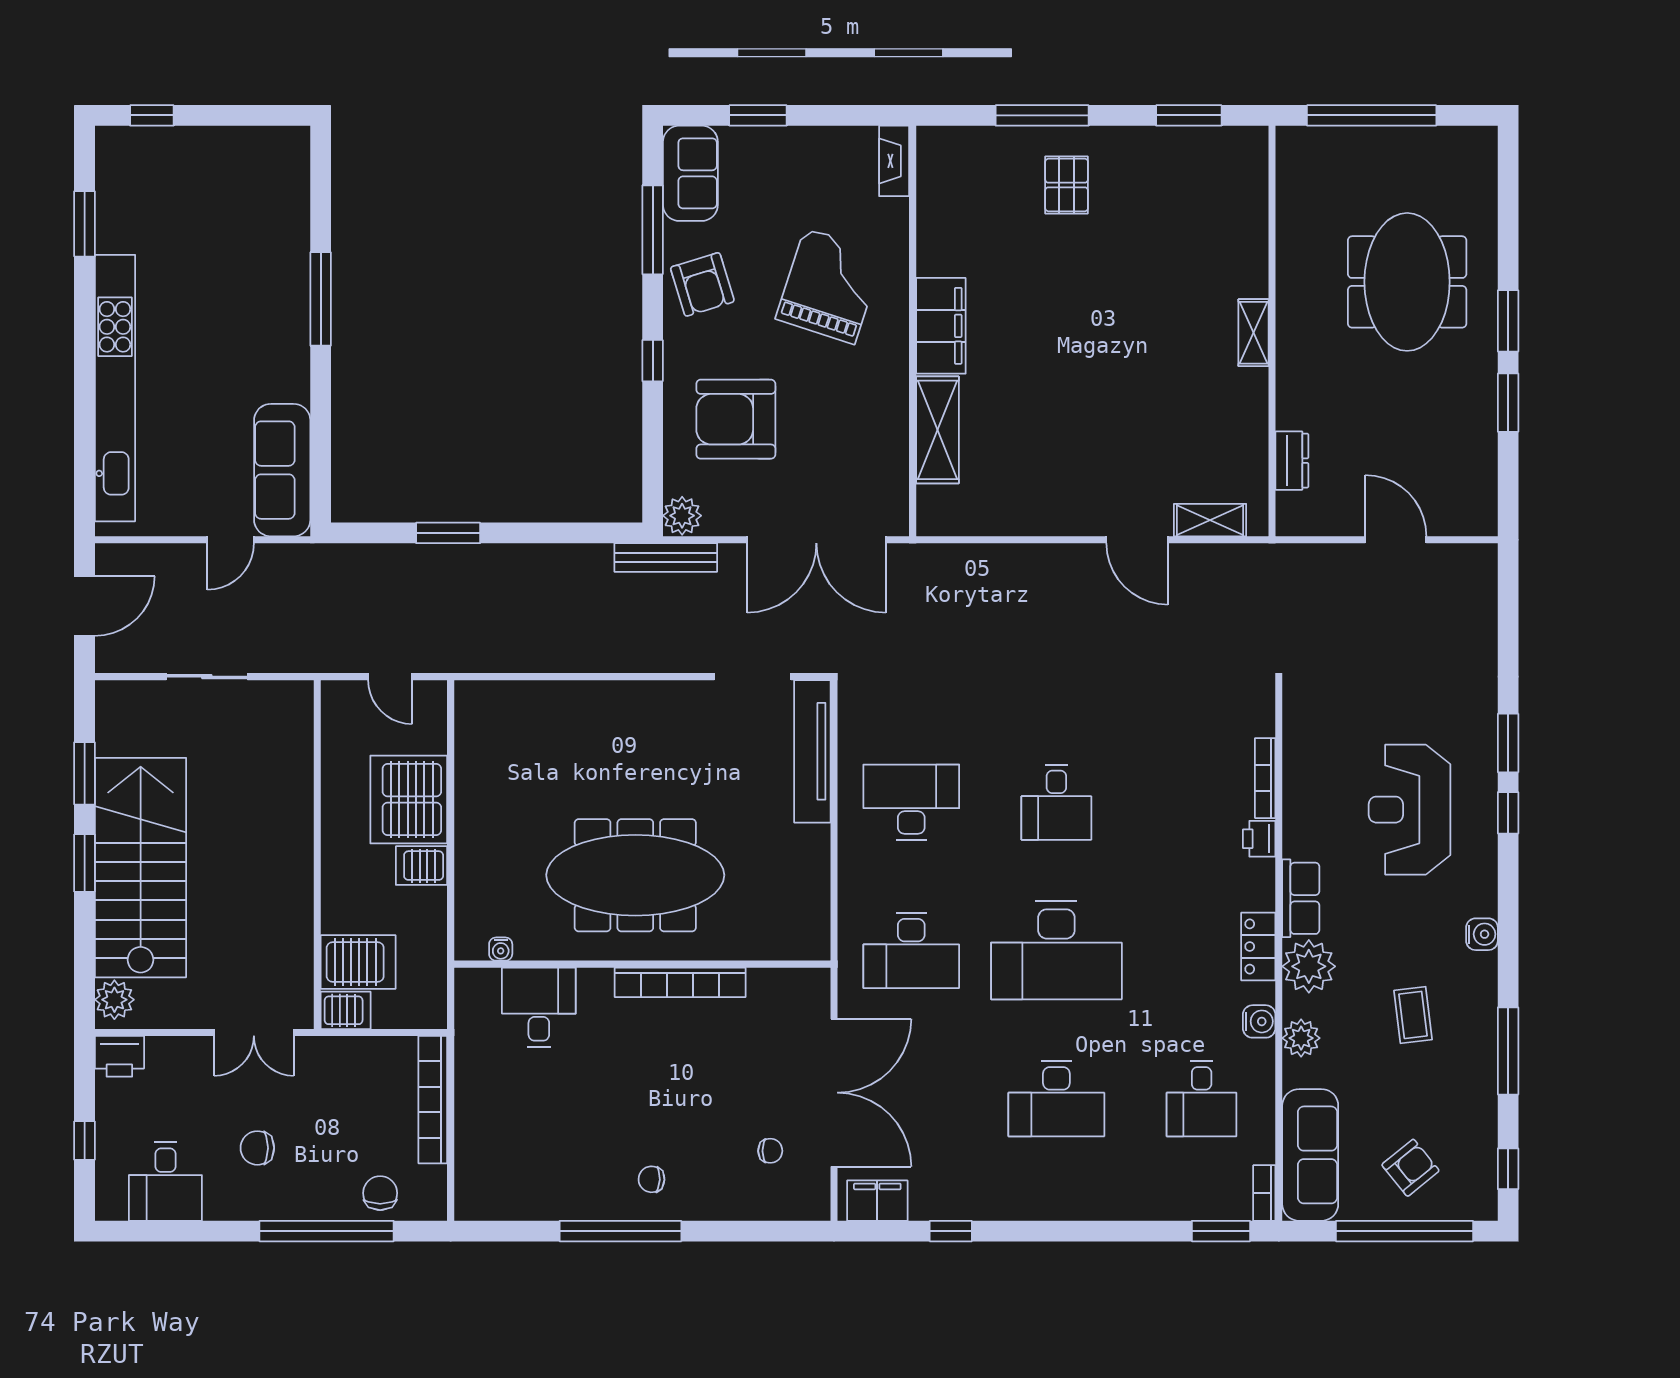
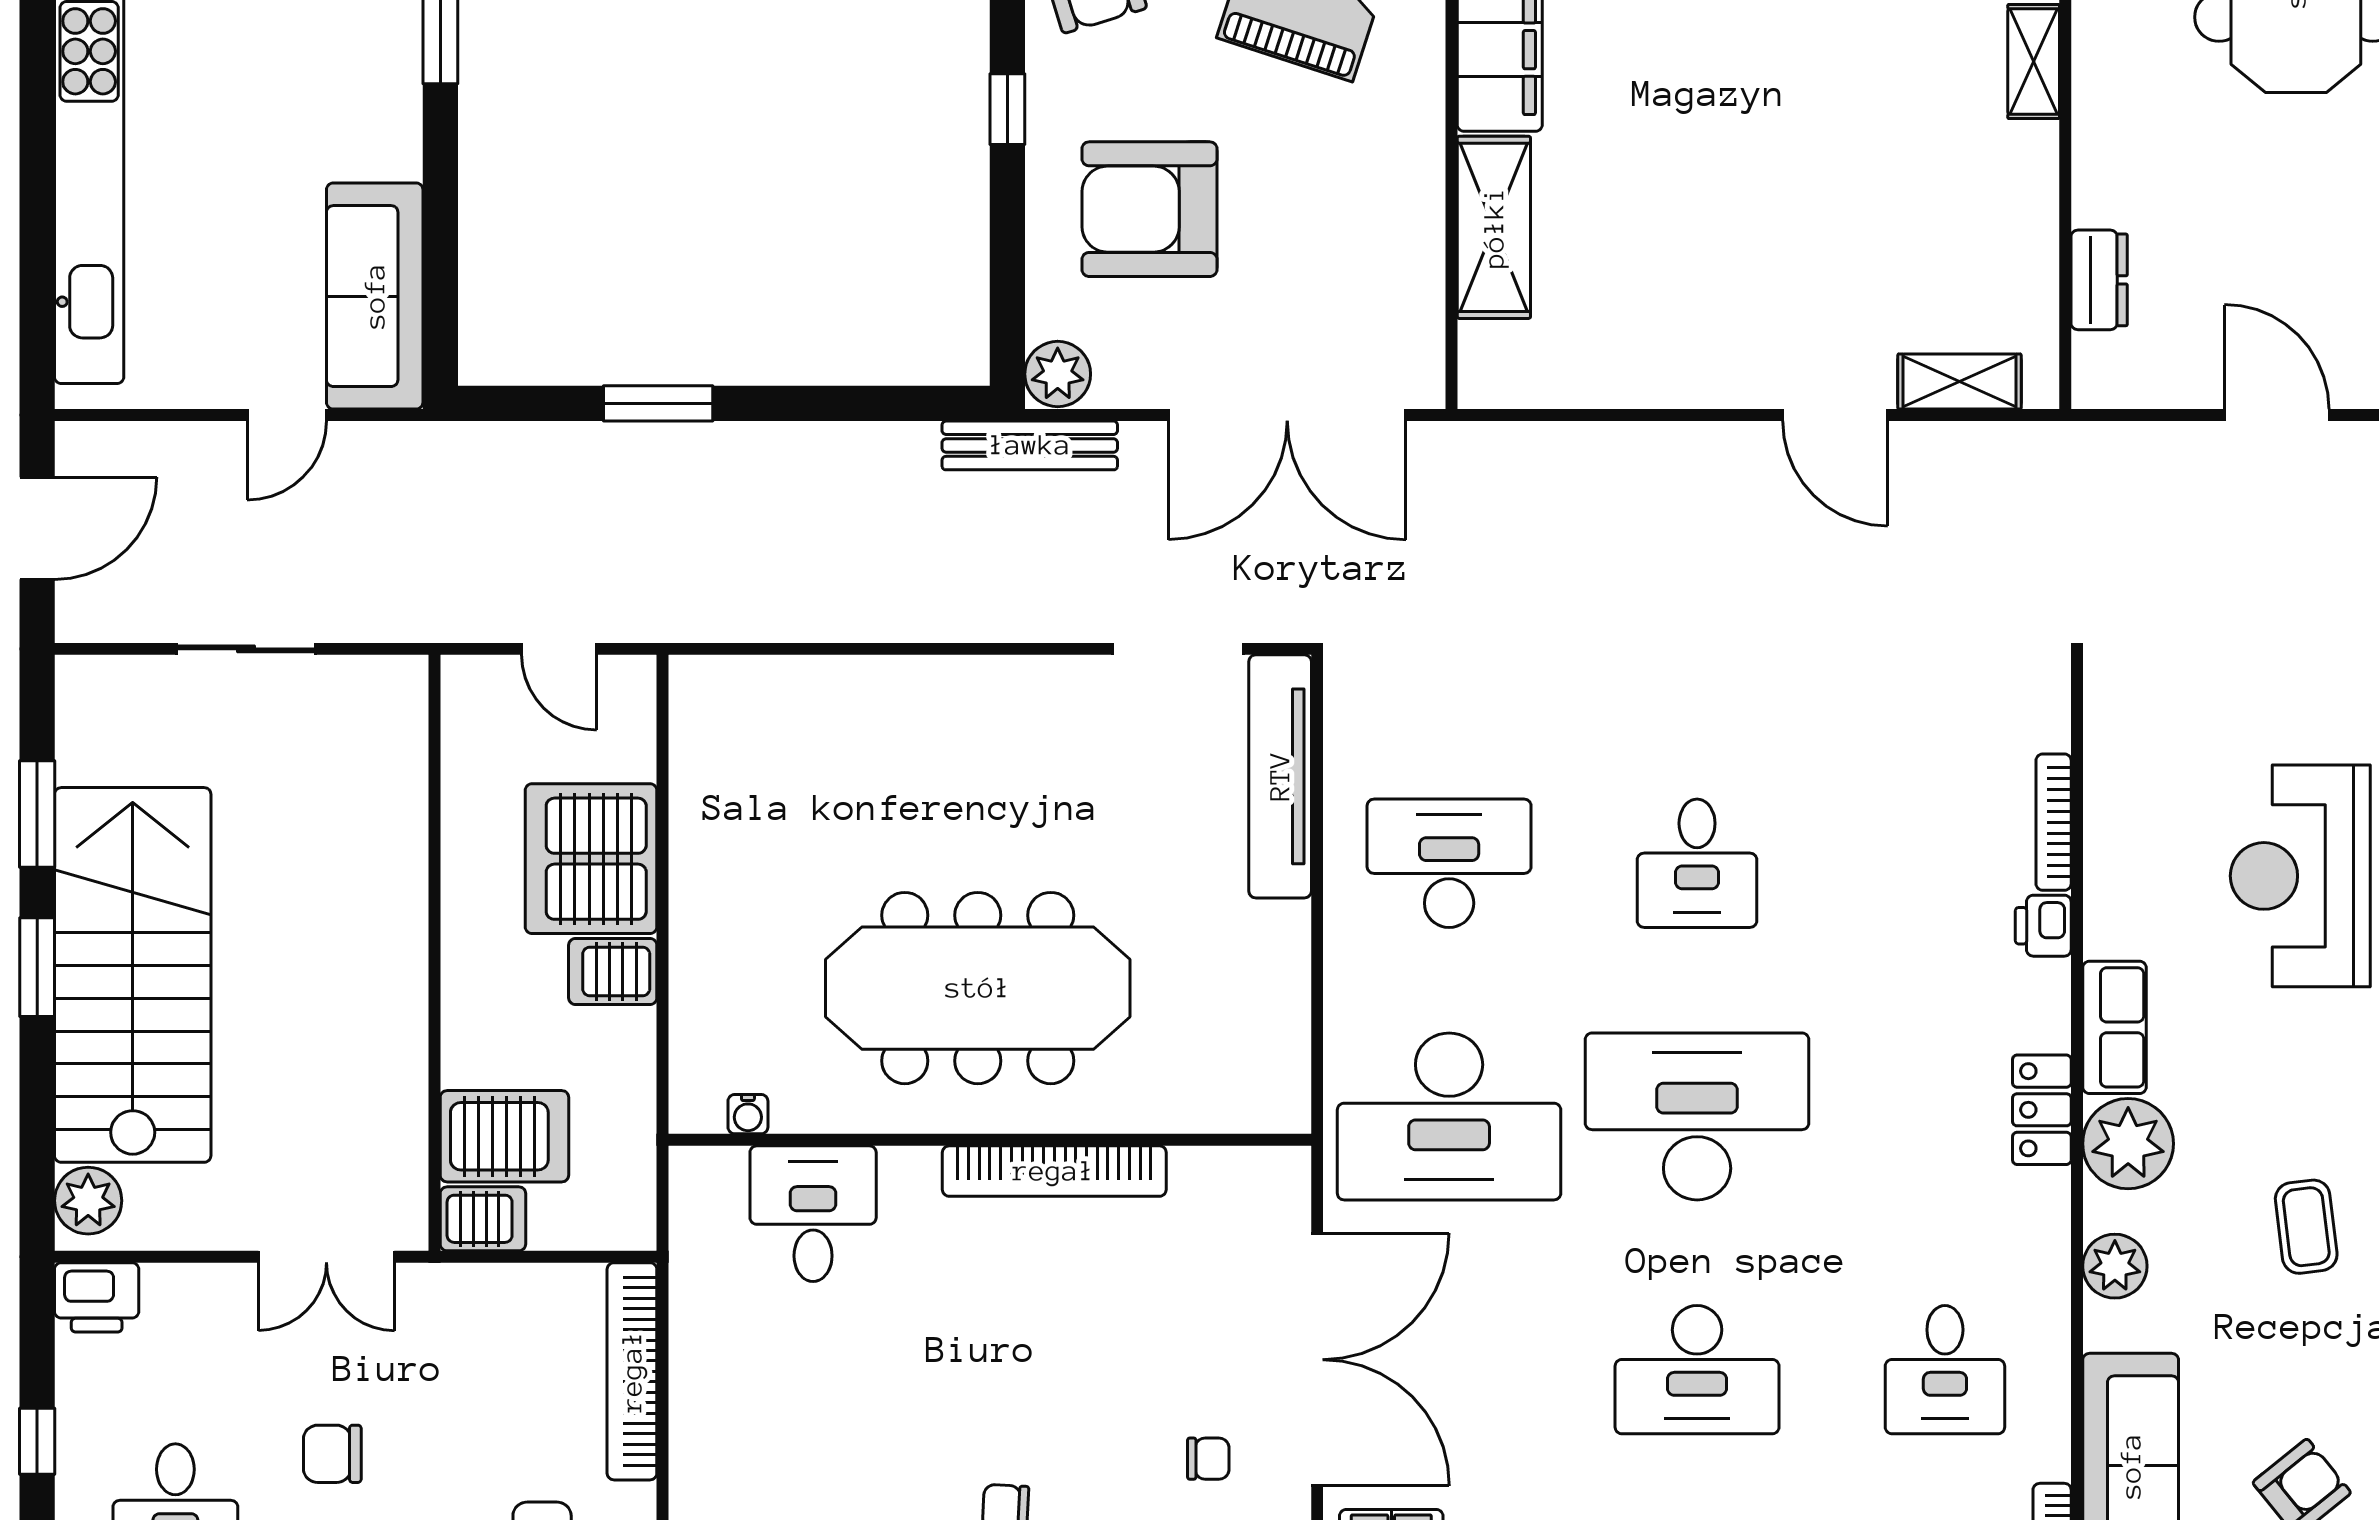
desk: (911, 950) -> (1449, 1116), width x1.36, depth x1.30
desk: (1056, 950) -> (1697, 1116), turned 180
water cooler: (1259, 1021) -> (2043, 1238), removed

